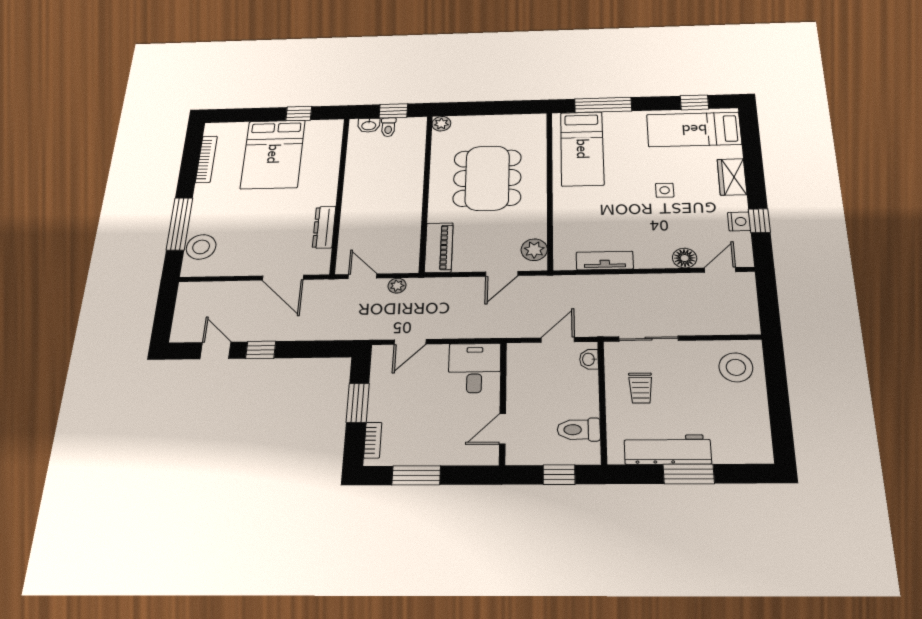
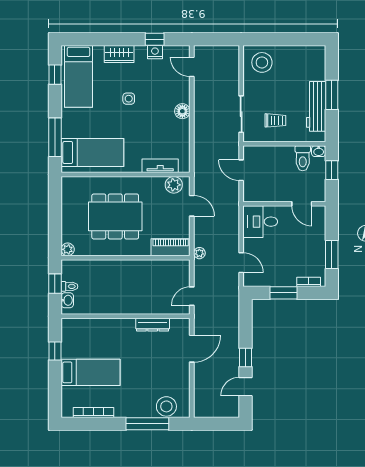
bed: (273, 154) -> (90, 372), width x0.67
floor lamp: (685, 258) -> (182, 111), moved
tv unit: (605, 260) -> (160, 166), moved, turned 90
plant: (397, 286) -> (199, 253), moved
washbasin: (589, 359) -> (319, 151), moved

